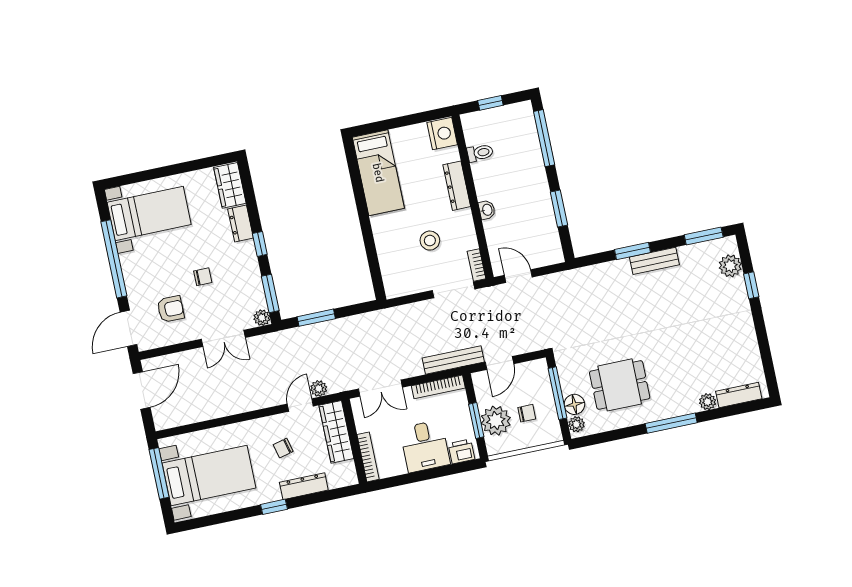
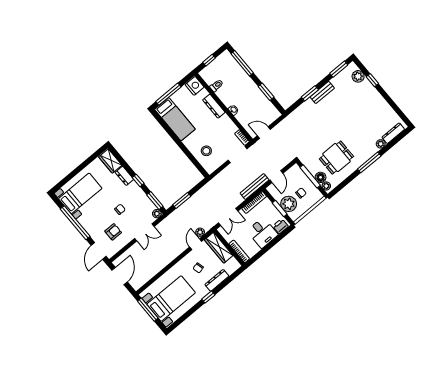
window: (390, 124) -> (168, 94), added
stool: (430, 241) -> (206, 151), moved

